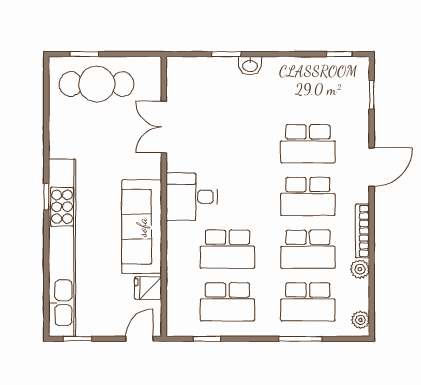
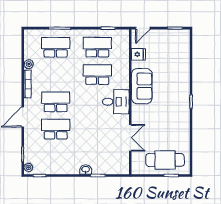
sofa: (142, 227) -> (142, 86), width x0.73
kitchen unit: (62, 248) -> (183, 75), removed
school desk: (308, 249) -> (56, 75), removed
plant: (360, 320) -> (28, 167), moved

